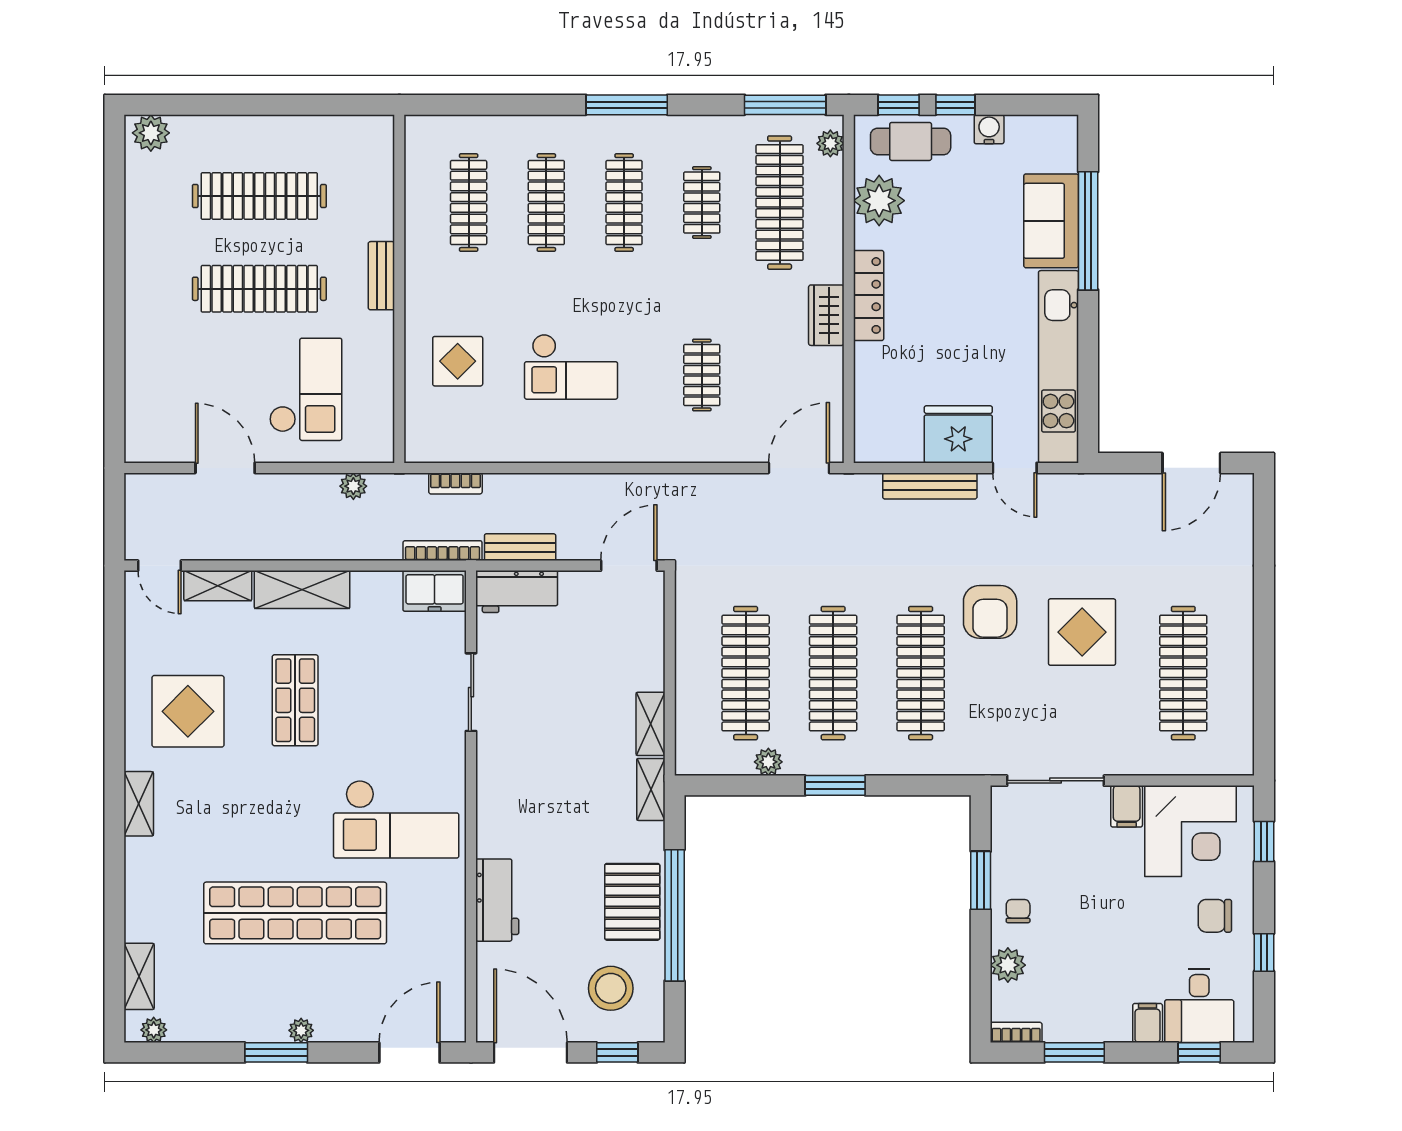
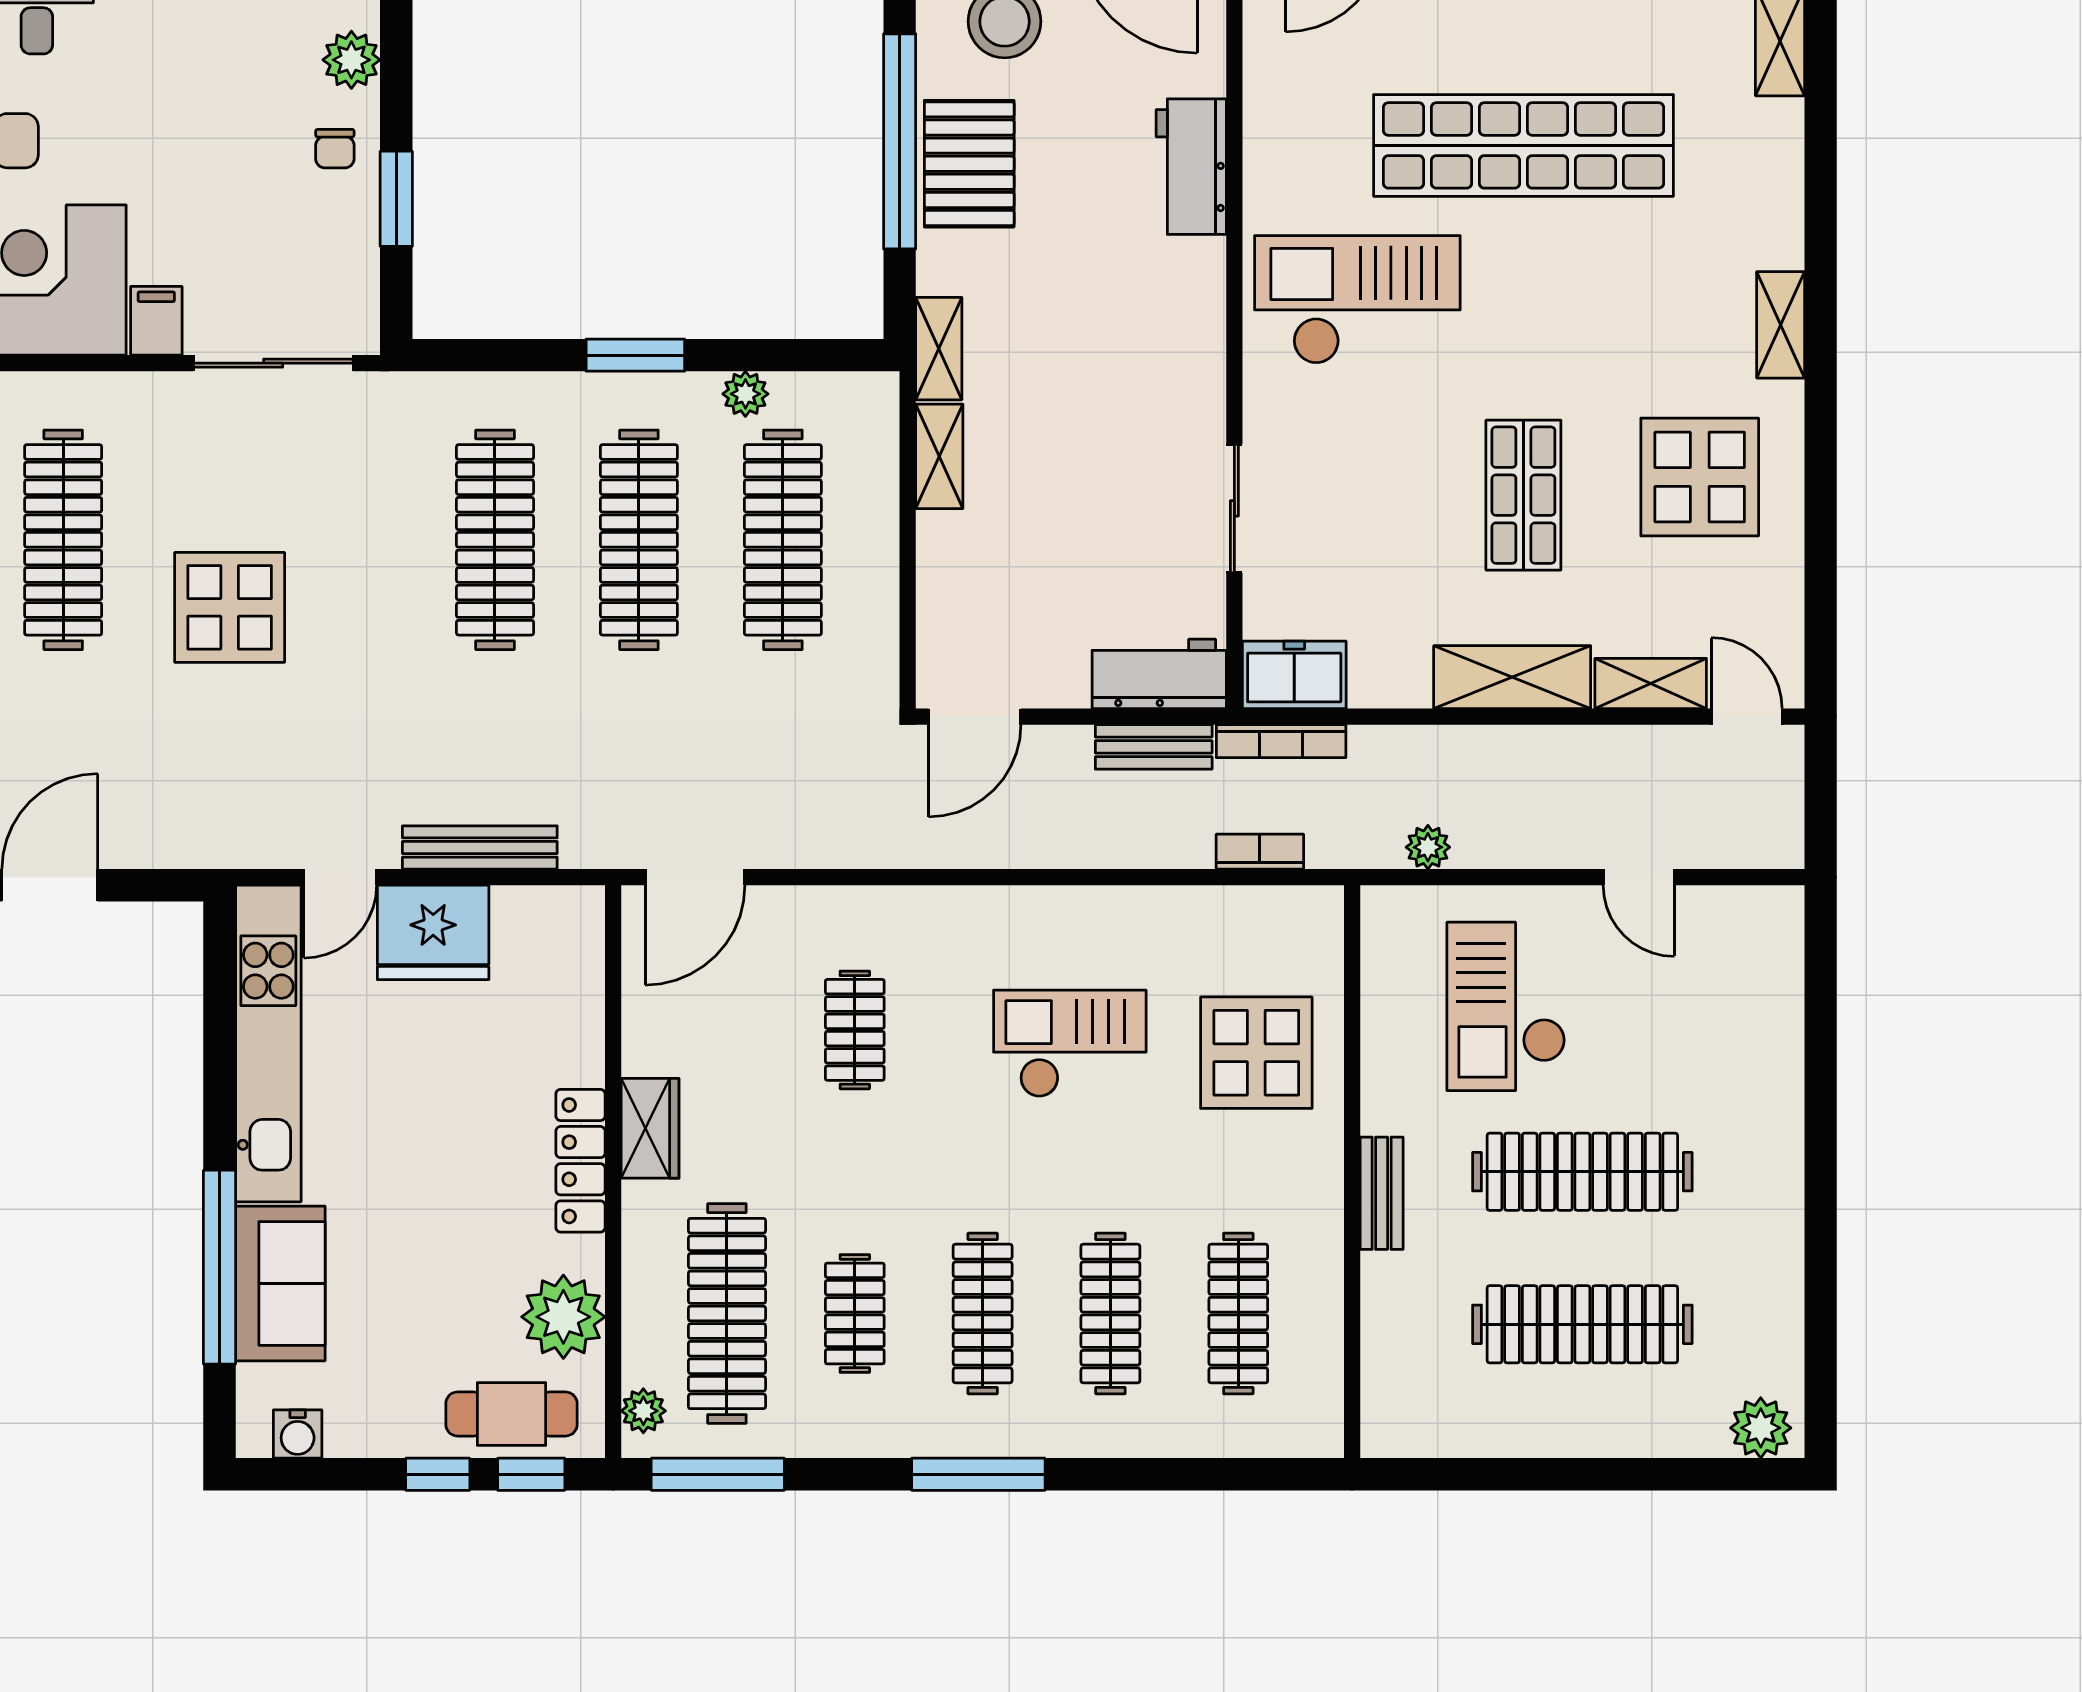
water cooler: (989, 129) -> (298, 1434), moved
display table: (458, 361) -> (1256, 1053), width x1.36, depth x1.36
door: (225, 468) -> (1639, 877), width x0.73
door: (1015, 468) -> (340, 877), swing flipped
armchair: (990, 612) -> (381, 640), removed

